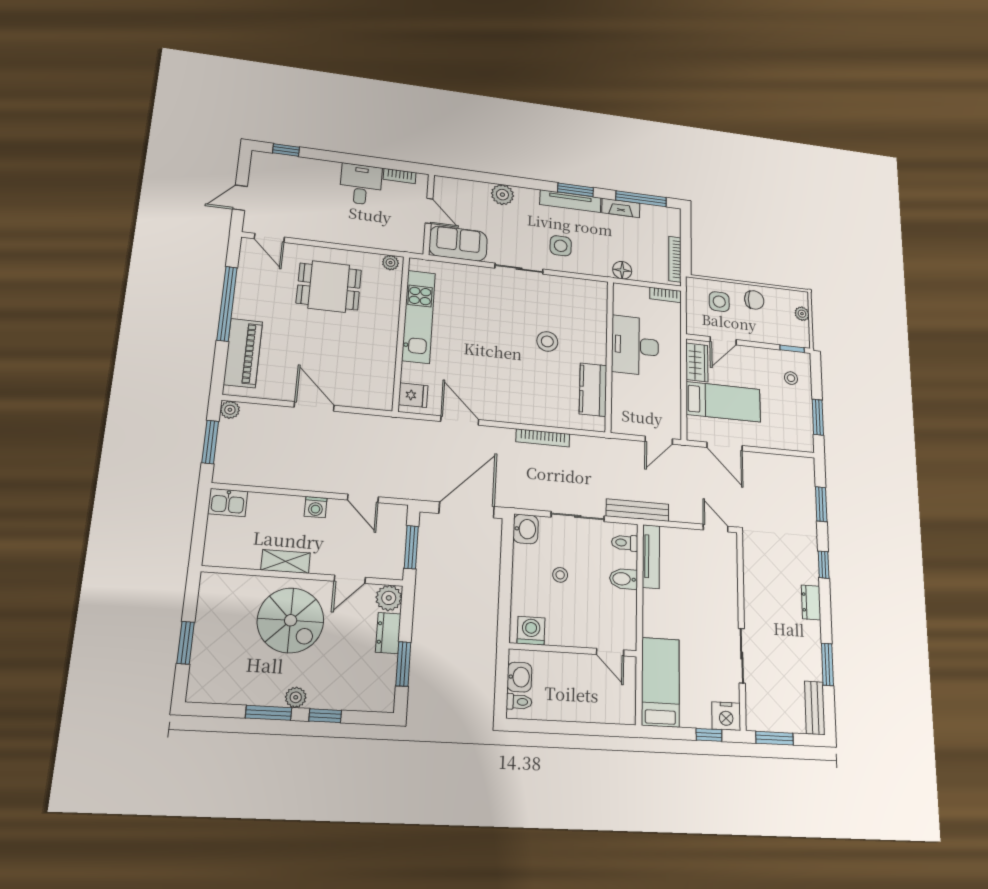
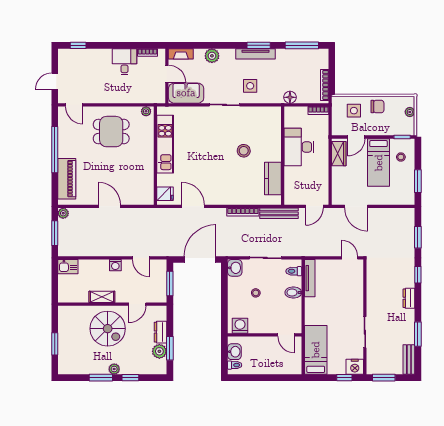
fireplace: (621, 208) -> (181, 54), moved
bed: (723, 402) -> (379, 163), moved, turned 90
bench: (637, 510) -> (279, 213), moved
plant: (389, 598) -> (159, 351), moved

